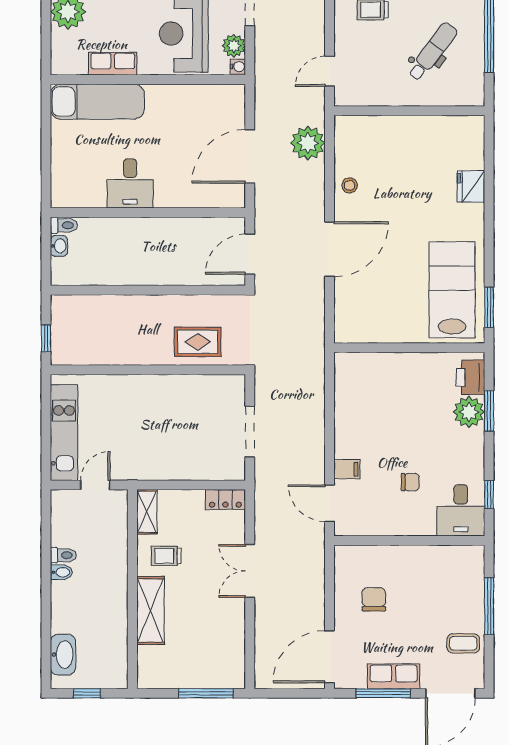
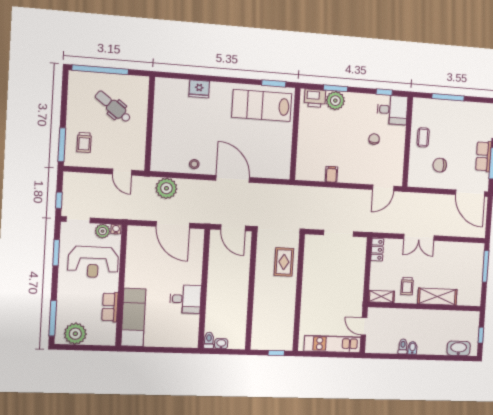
filing cabinet: (347, 469) -> (331, 174), moved
coffee table: (463, 643) -> (423, 137), moved

